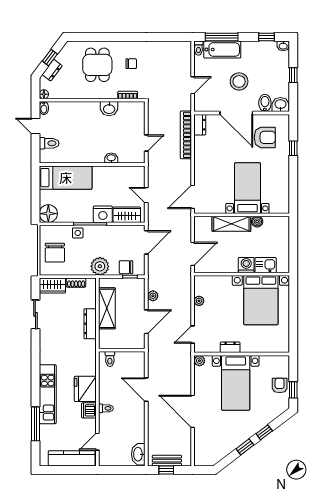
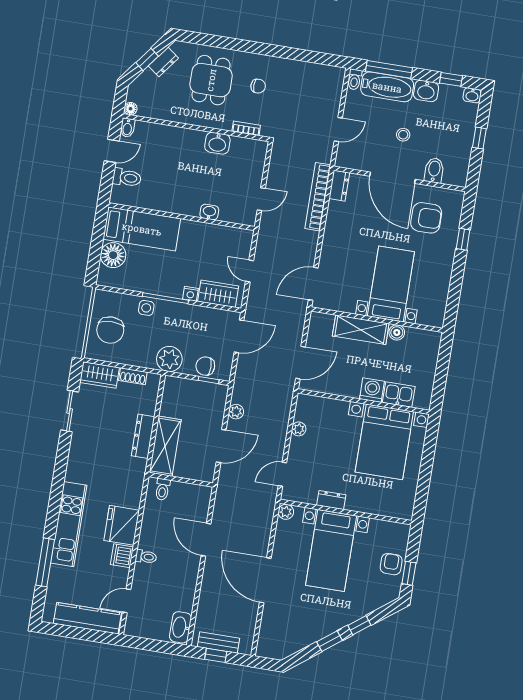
dresser: (52, 70) -> (163, 62), moved
stool: (239, 81) -> (403, 135), width x0.53, depth x0.53
washbasin: (280, 105) -> (426, 91), moved, turned 180
door: (35, 126) -> (112, 151), swing flipped
floor lamp: (48, 214) -> (113, 255), moved
nightstand: (103, 214) -> (190, 294), width x0.53, depth x0.56
shelving: (107, 308) -> (165, 446), moved

